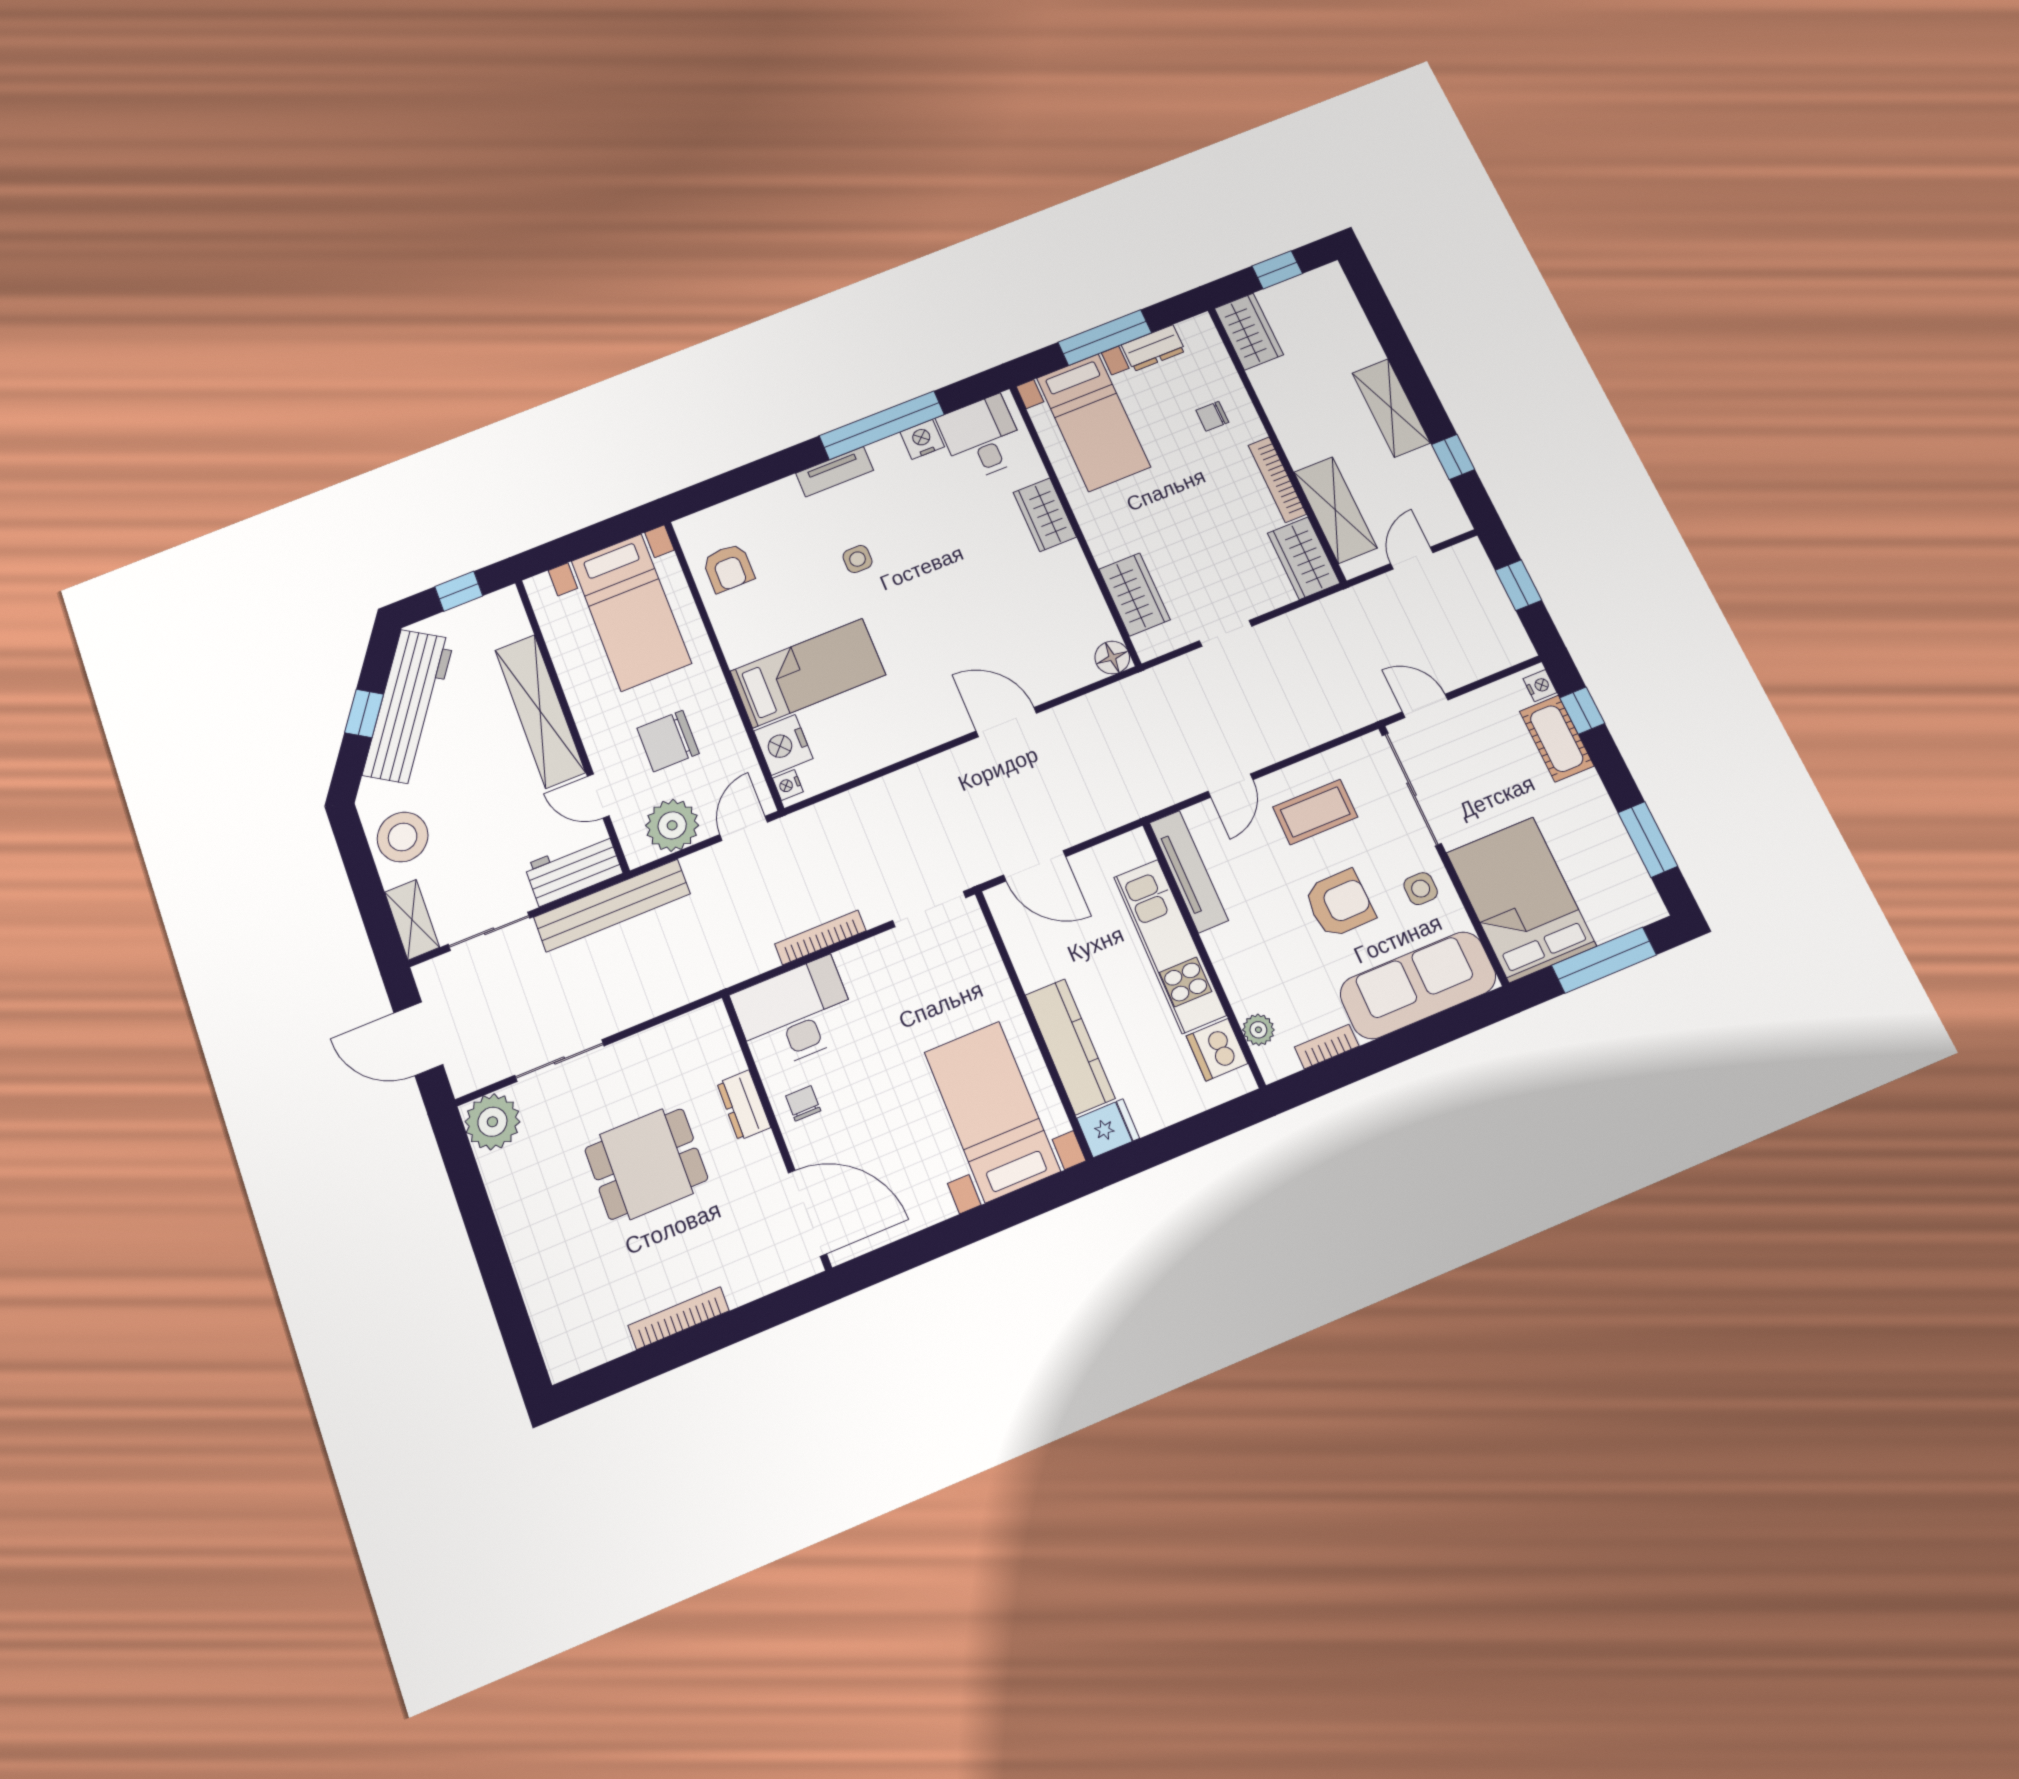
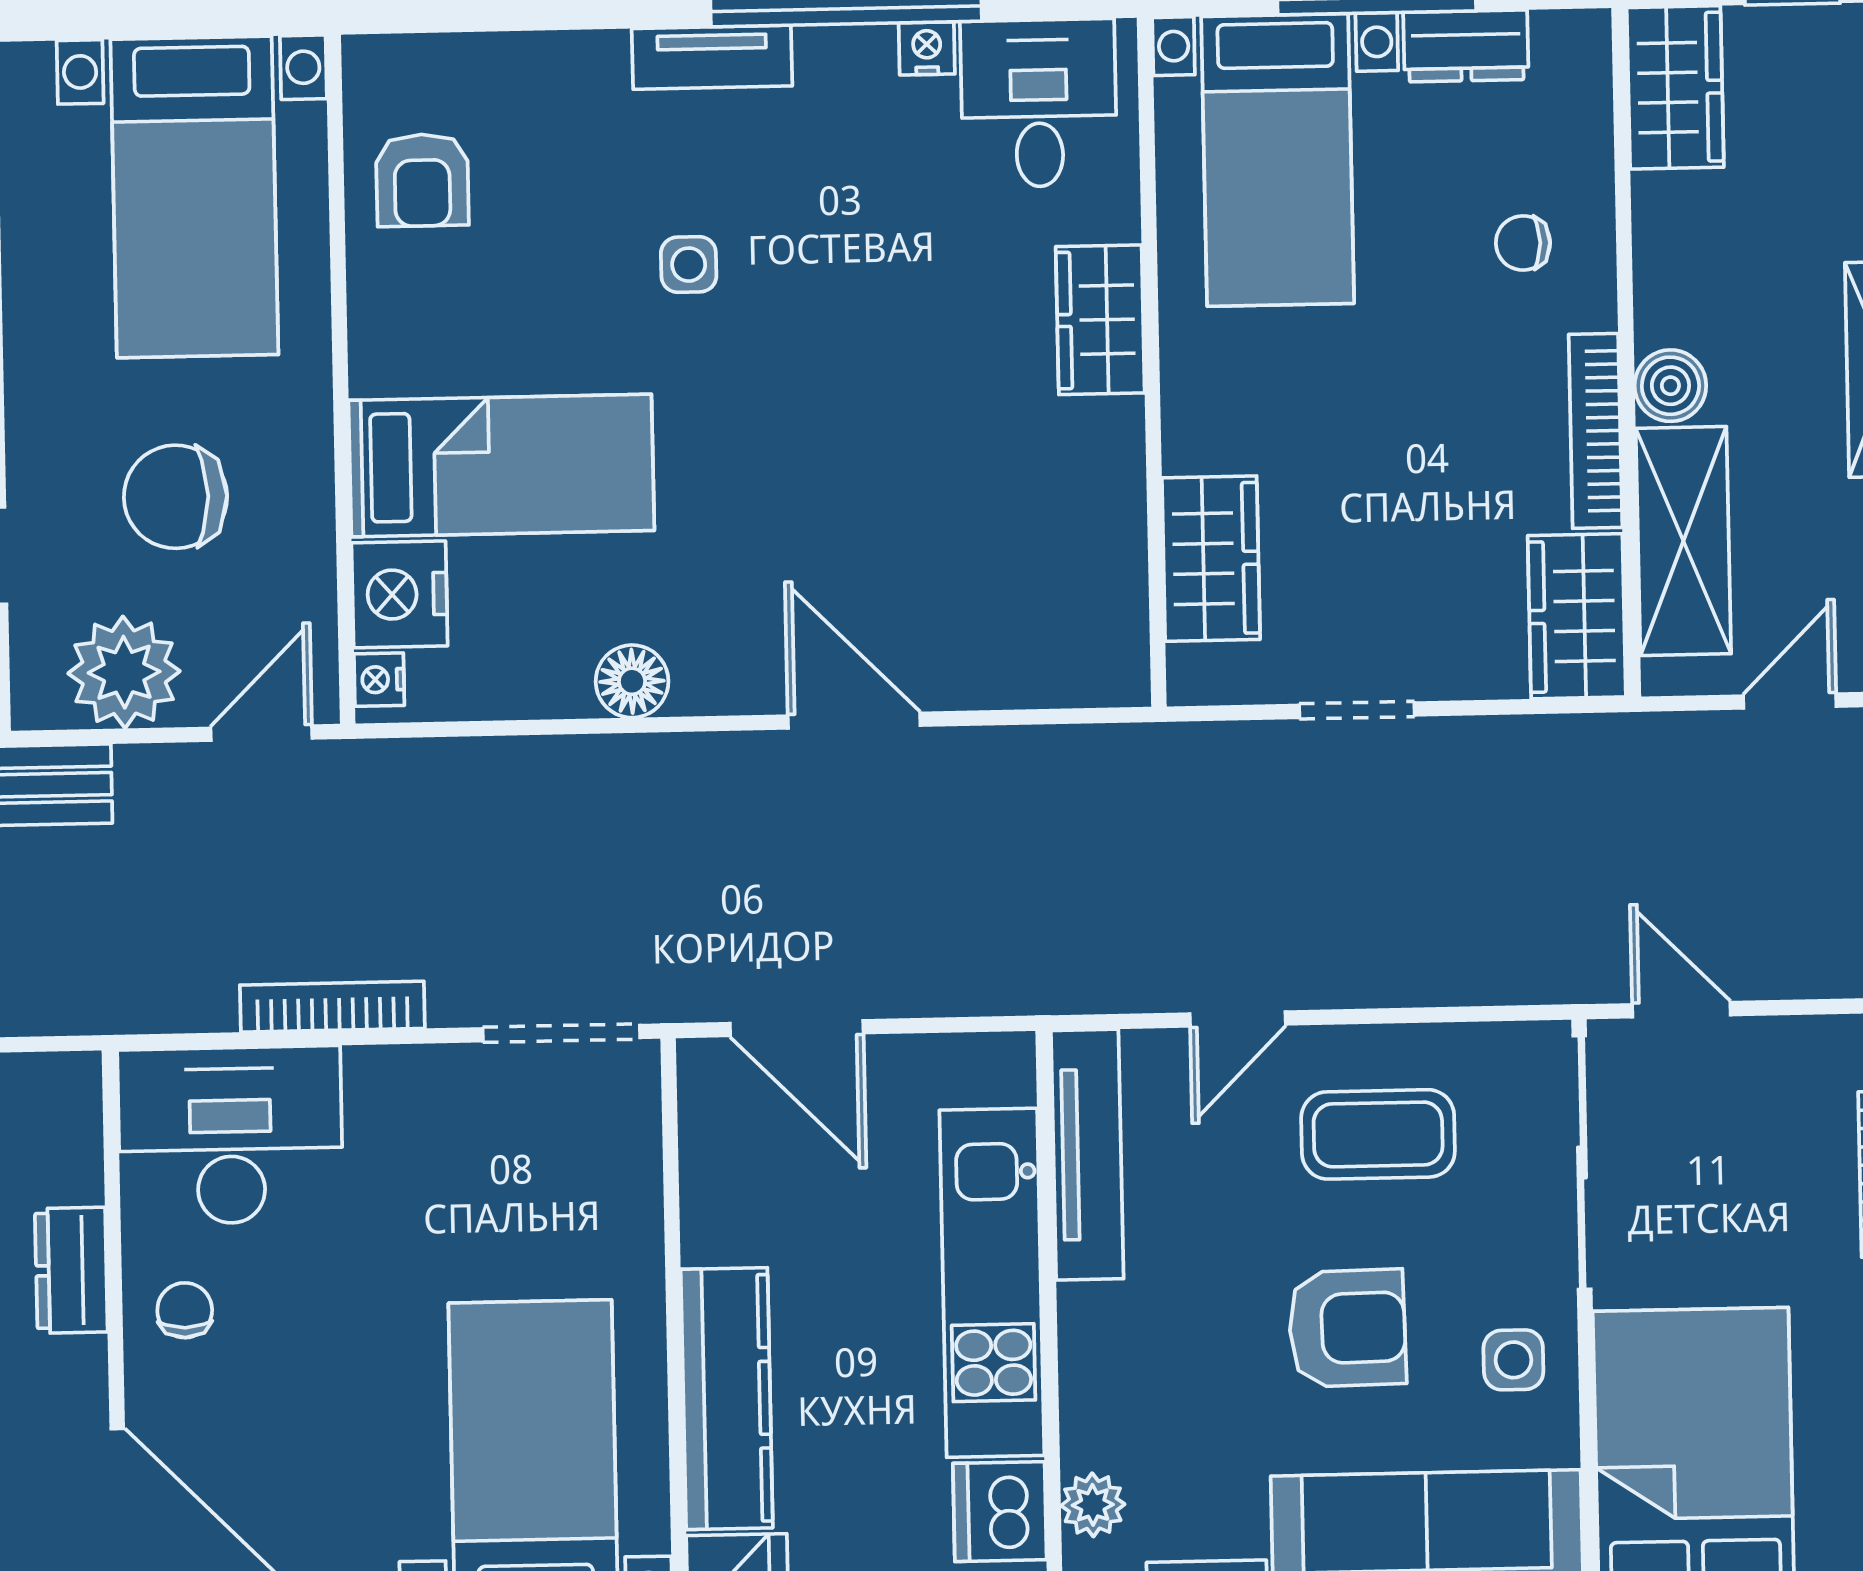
nightstand: (922, 439) -> (927, 48), width x0.72, depth x0.74
boiler: (1301, 449) -> (1670, 386), added
floor lamp: (1112, 658) -> (632, 681), moved

